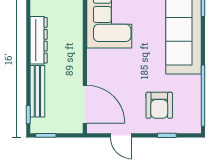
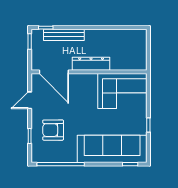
dresser: (39, 40) -> (91, 64), moved, turned 180
door: (85, 104) -> (54, 72), hinge flipped

